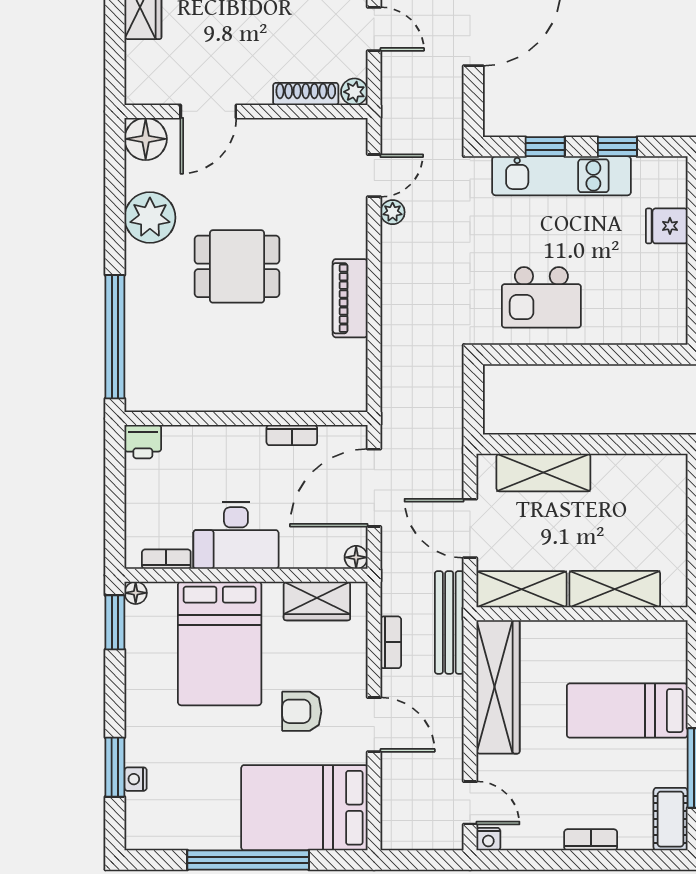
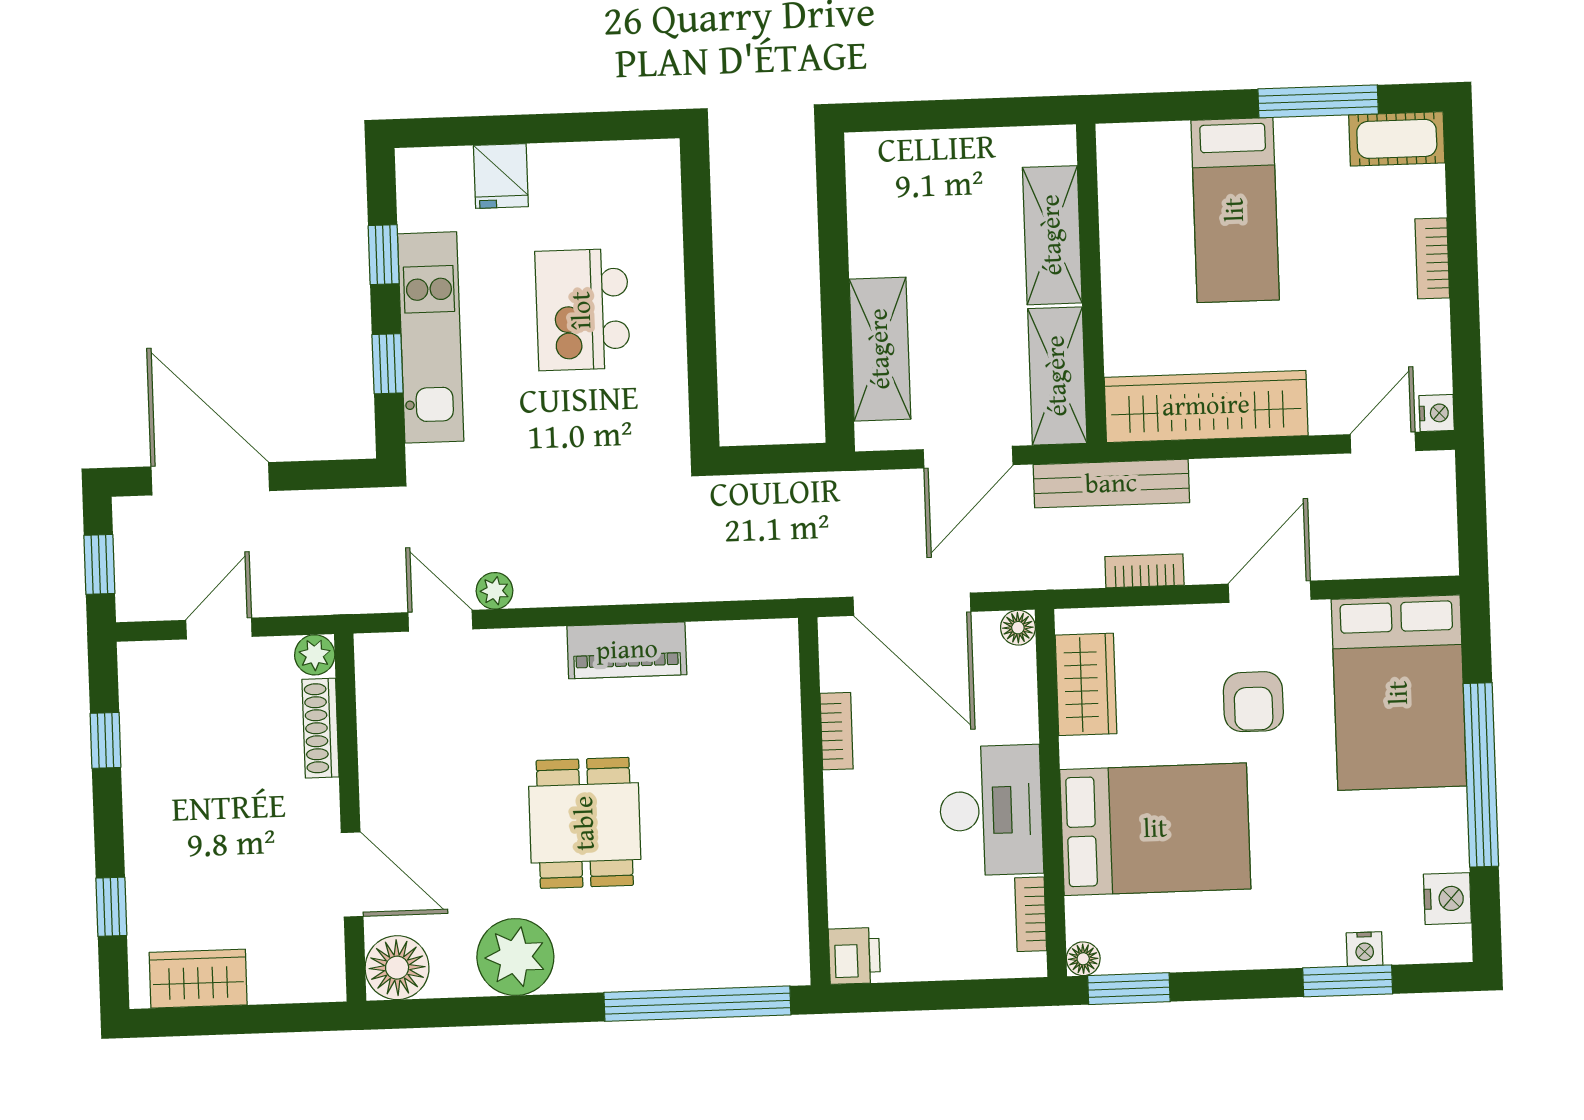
kitchen island: (541, 297) -> (582, 310), moved, turned 180
nightstand: (167, 835) -> (1447, 899), added

